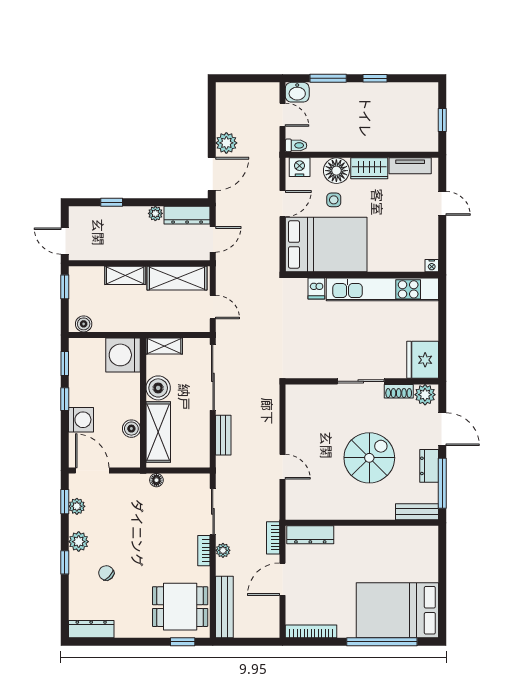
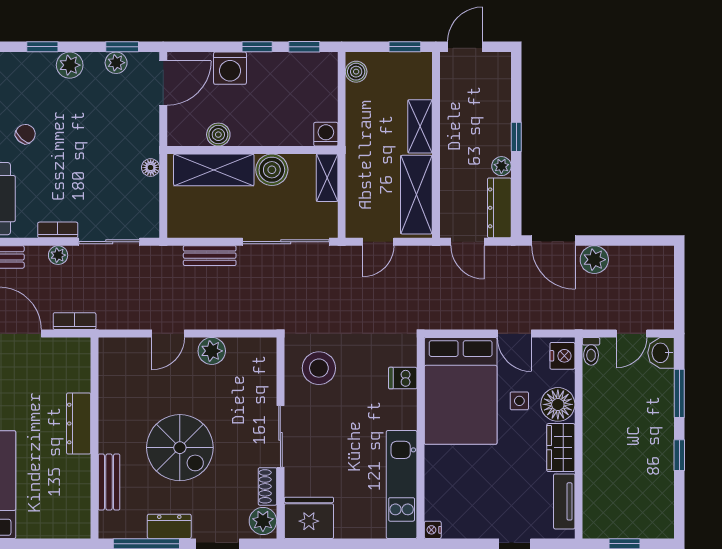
window: (112, 202) -> (516, 137), moved
kitchen unit: (382, 289) -> (402, 485), width x0.73
stool: (309, 352) -> (319, 368), added
washing machine: (123, 355) -> (326, 134), width x0.53, depth x0.53
plant: (296, 434) -> (212, 351), added
bench: (417, 512) -> (109, 482), moved
dresser: (310, 535) -> (79, 424), moved
chair: (106, 573) -> (25, 134), moved

